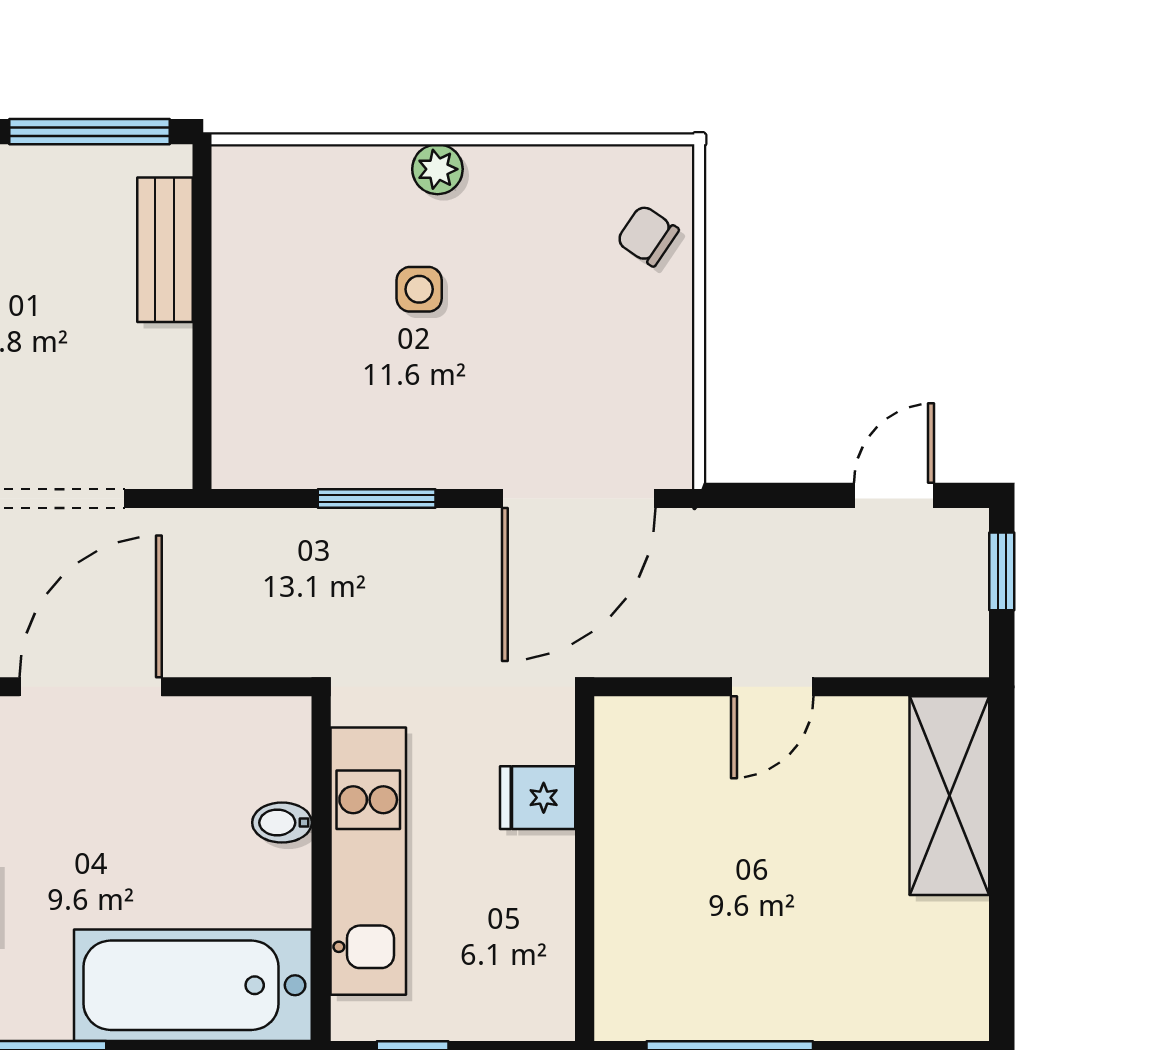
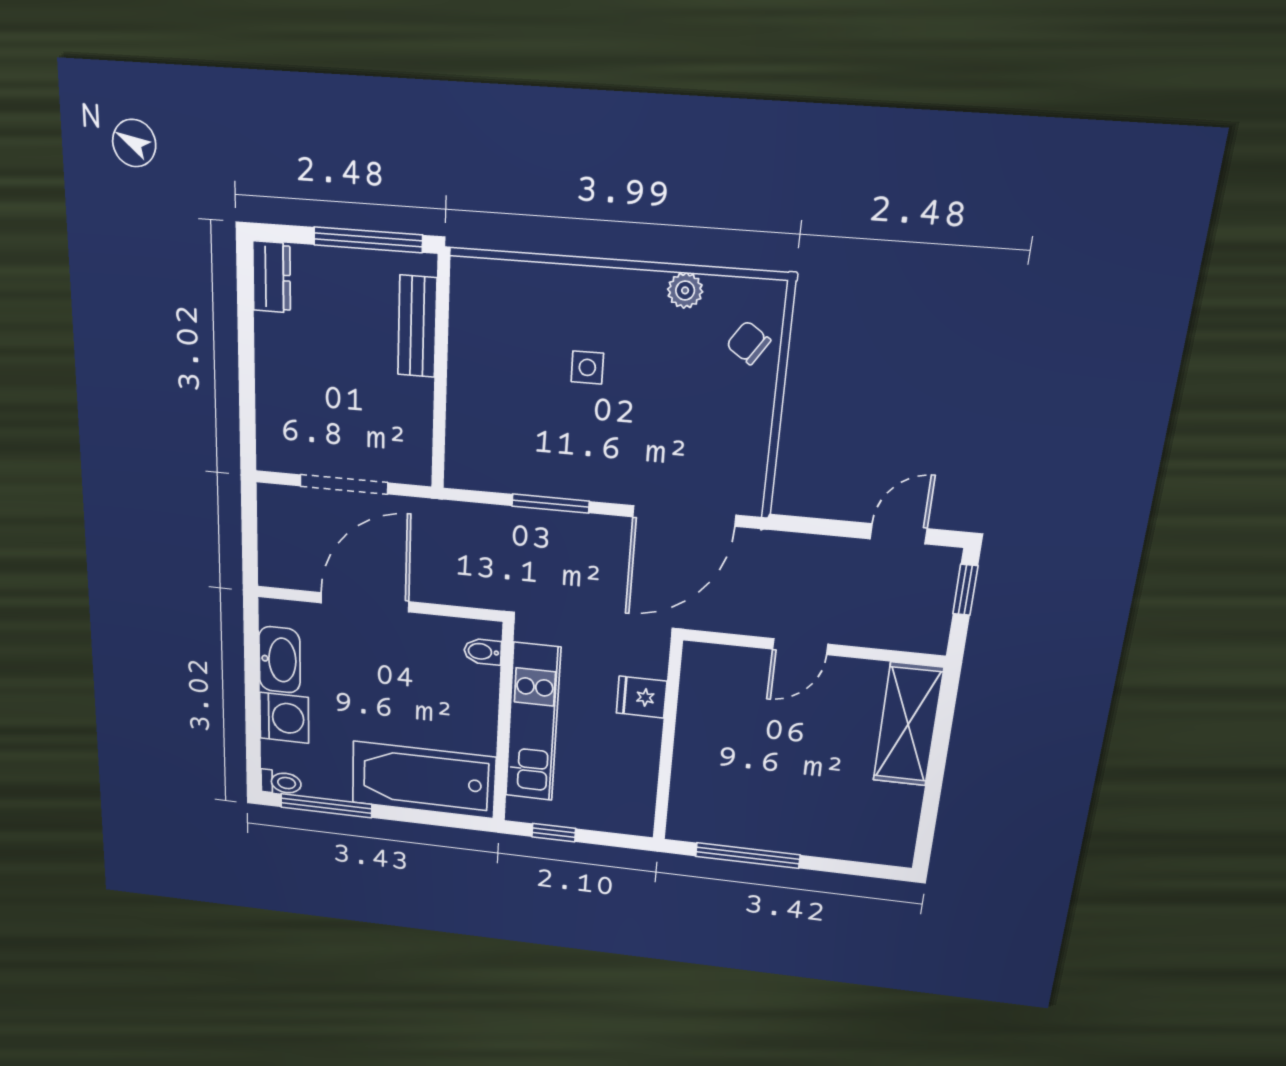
plant: (437, 169) -> (685, 290), moved
bidet: (282, 823) -> (483, 652), moved

